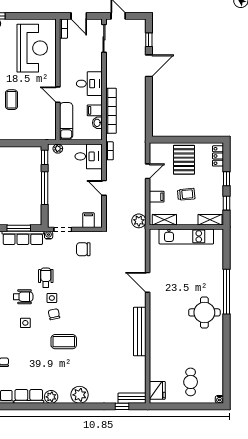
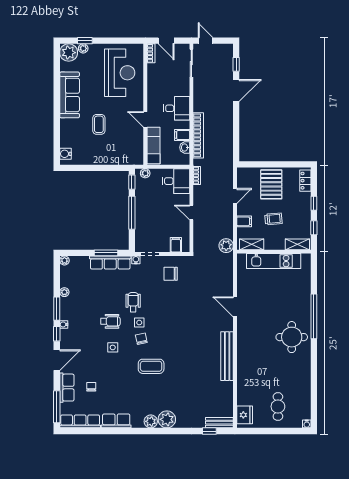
plant: (51, 397) -> (151, 421), moved

